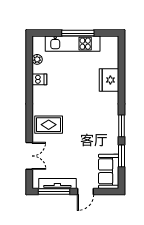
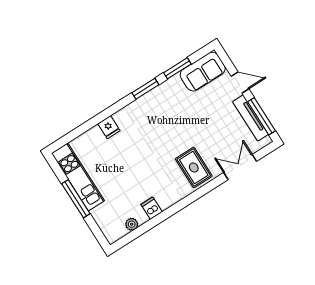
kitchen unit: (73, 44) -> (78, 177), moved
fridge: (109, 80) -> (109, 127), width x0.53, depth x0.75

